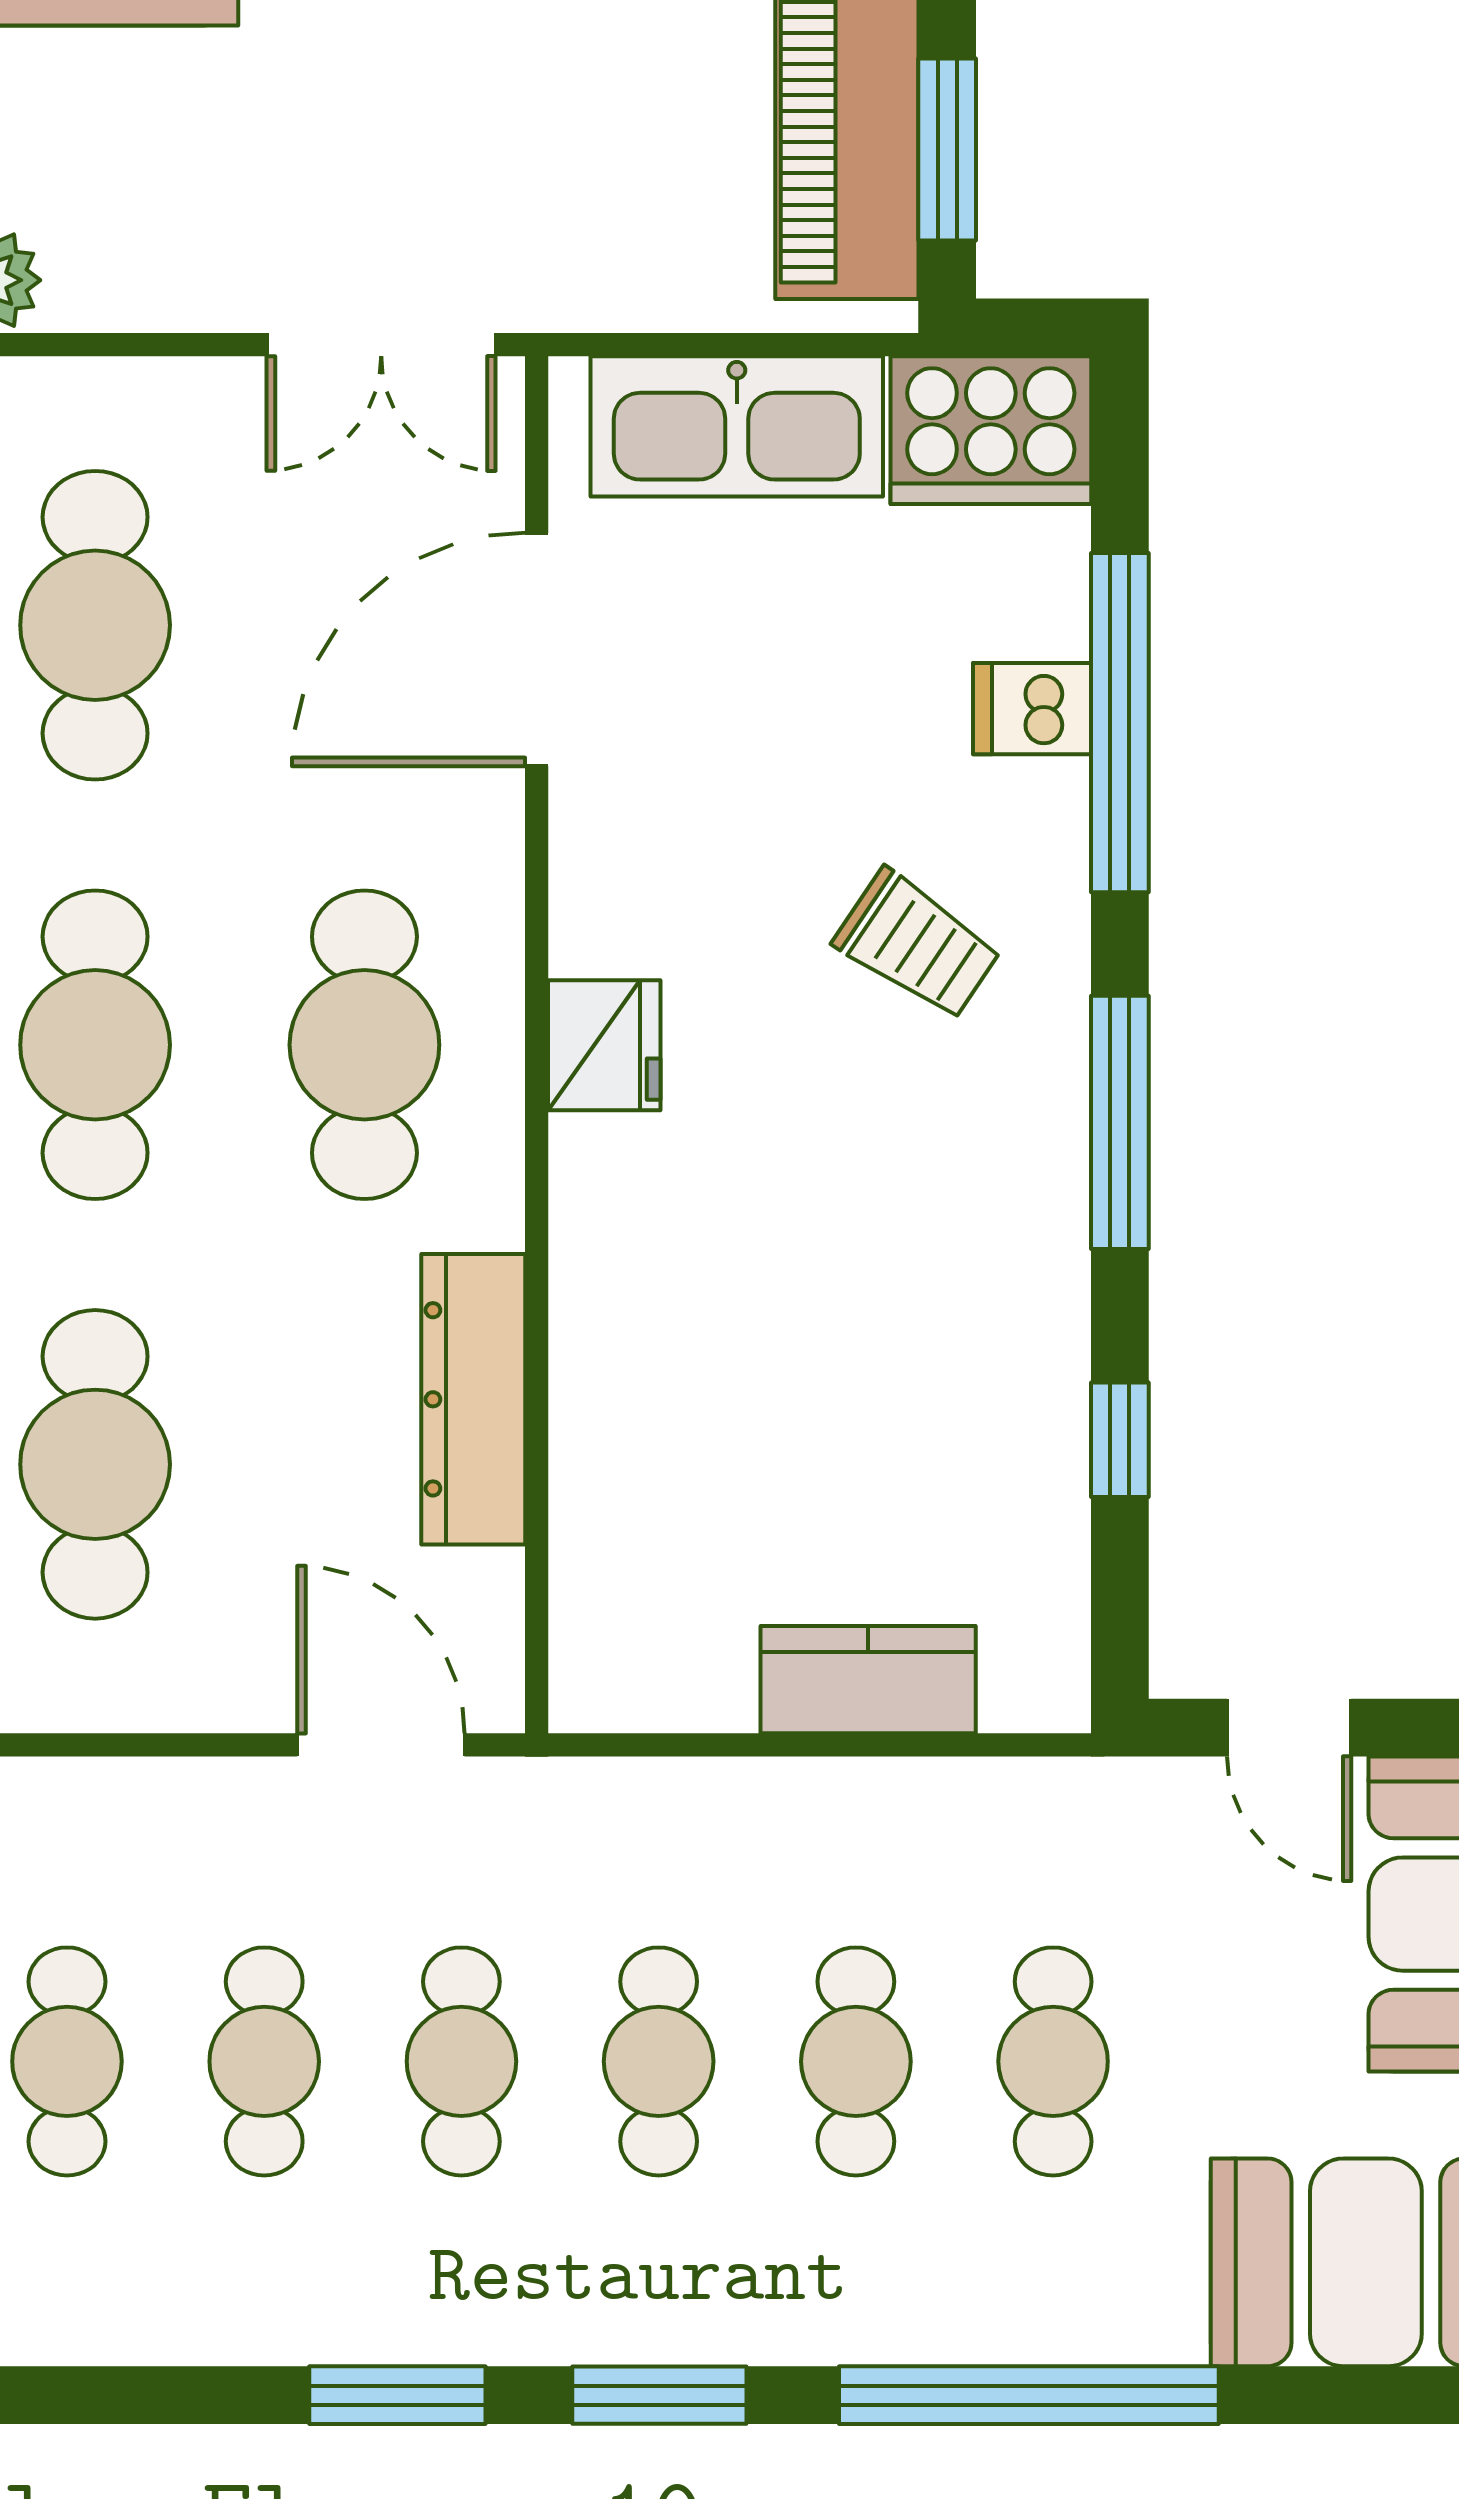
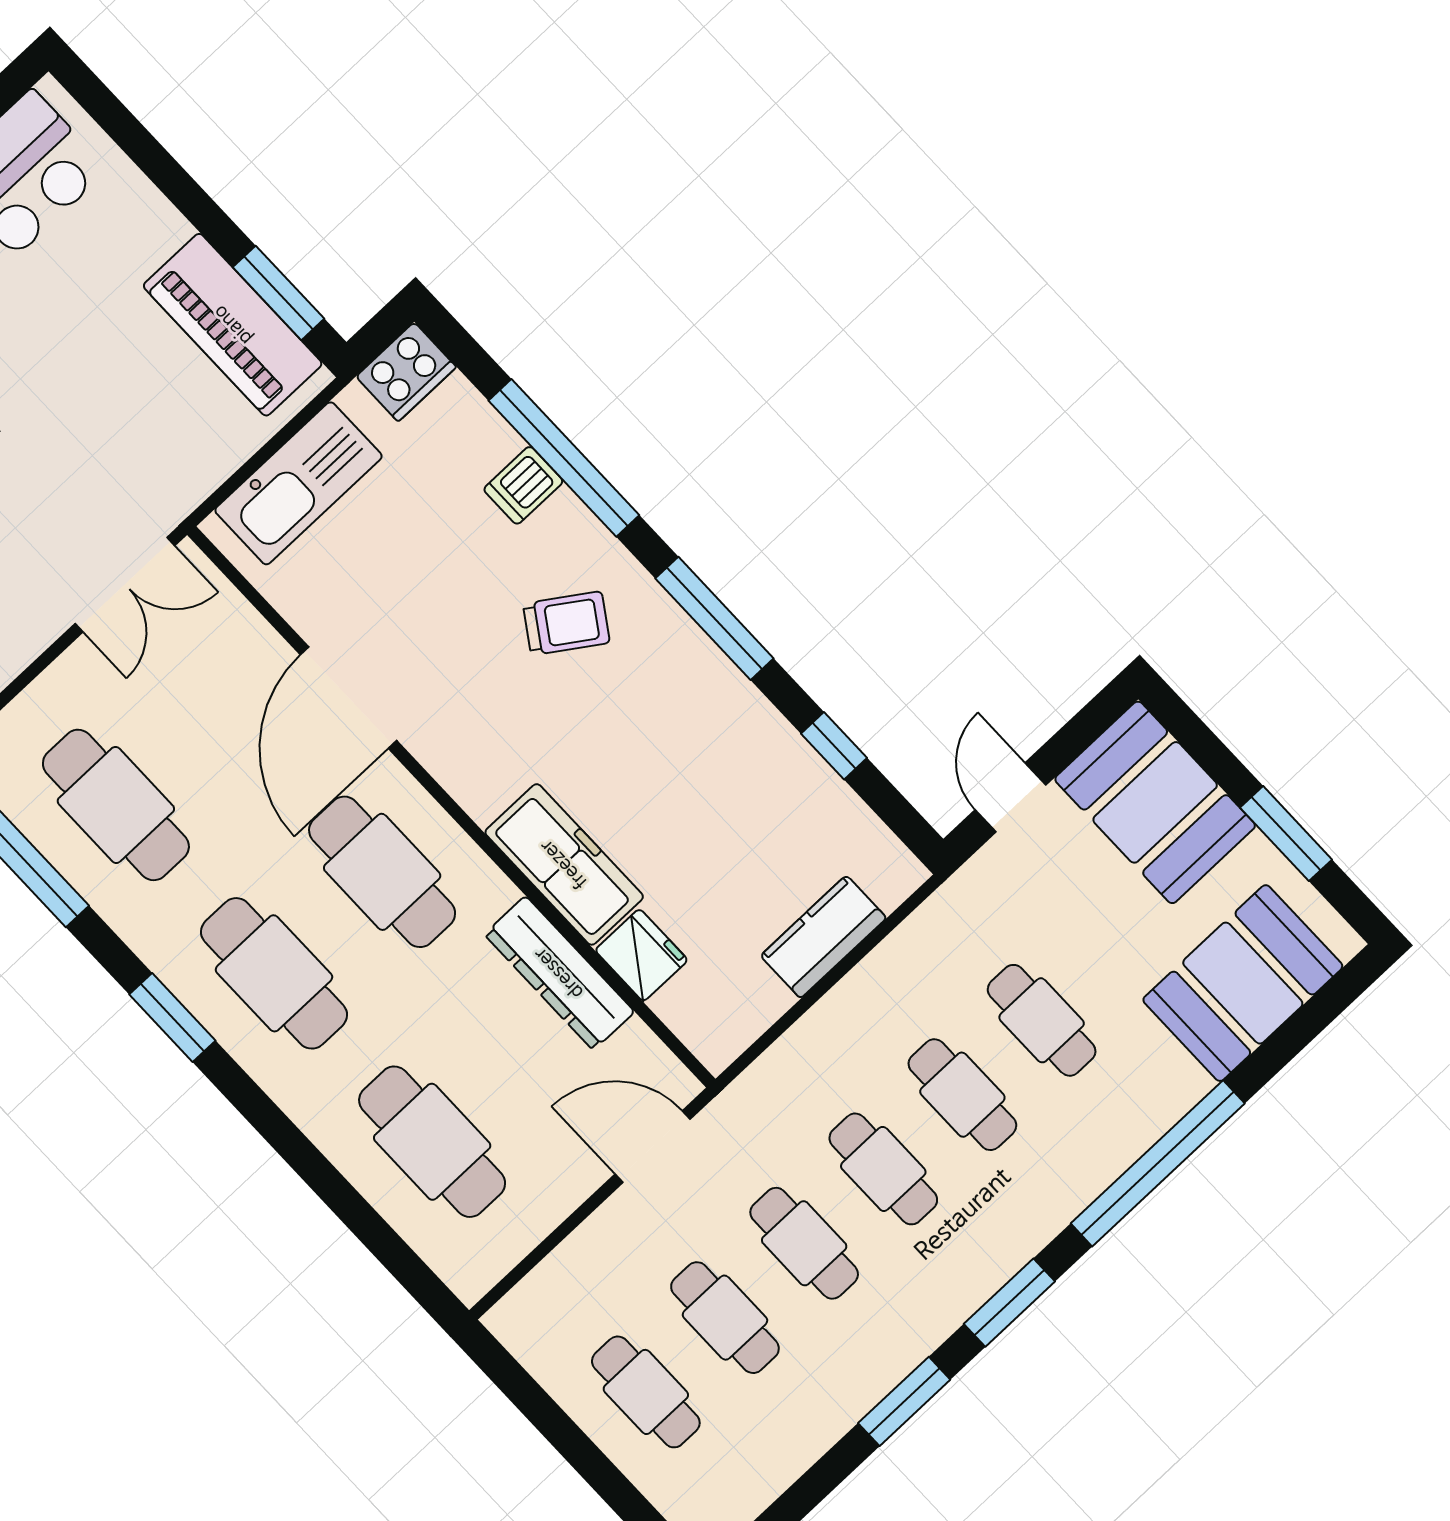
cooker: (991, 430) -> (406, 372), width x0.73, depth x0.76
door: (537, 650) -> (349, 698), moved
fridge: (604, 1045) -> (641, 955), moved
freezer: (615, 1261) -> (564, 864), added
door: (1289, 1728) -> (1011, 797), swing flipped

